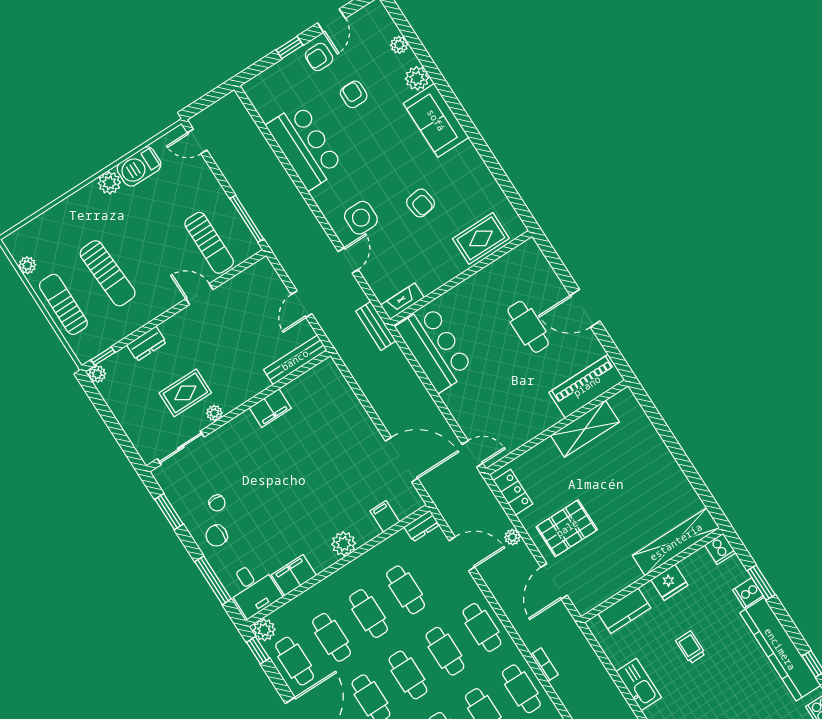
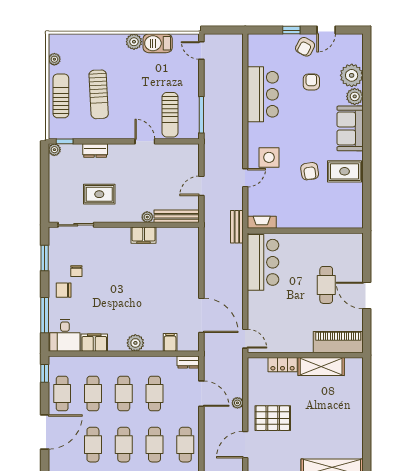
plant: (399, 45) -> (352, 75), width x1.88, depth x1.88
armchair: (319, 57) -> (305, 47), turned -62
rug: (481, 238) -> (345, 171), moved
plant: (214, 413) -> (147, 217), moved
locker: (513, 492) -> (283, 365), moved, turned 90
plant: (264, 630) -> (56, 364), removed

